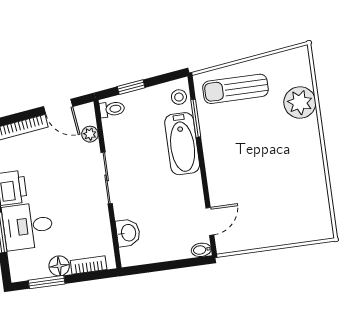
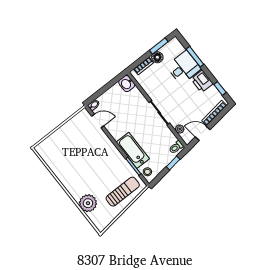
door: (210, 221) -> (98, 121), swing flipped
washbasin: (128, 233) -> (127, 84), moved

